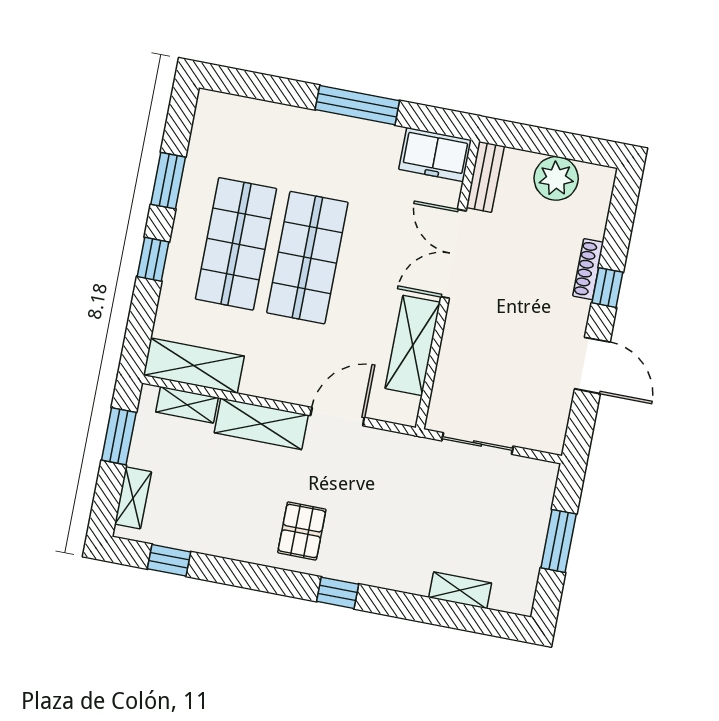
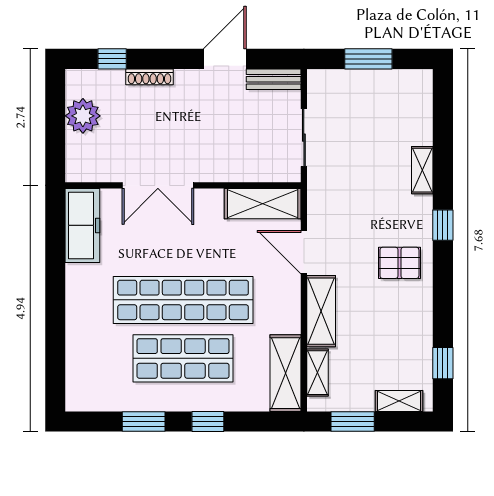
window: (357, 105) -> (55, 284), removed
freezer: (435, 155) -> (82, 225), width x1.40
bench: (485, 177) -> (274, 79), moved
shop shelf: (307, 258) -> (183, 300), width x1.40
window: (607, 288) -> (112, 59), moved
shelving: (413, 345) -> (263, 204), moved
shelving: (460, 590) -> (422, 170), moved

